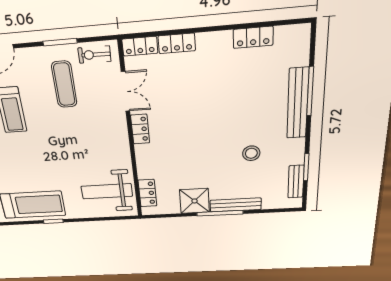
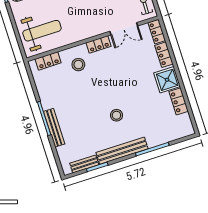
bench: (298, 103) -> (122, 151), moved
stool: (251, 153) -> (116, 115), moved
stool: (161, 160) -> (78, 65), added
weight bench: (107, 191) -> (42, 31), turned 90
shower: (195, 201) -> (167, 80), moved

